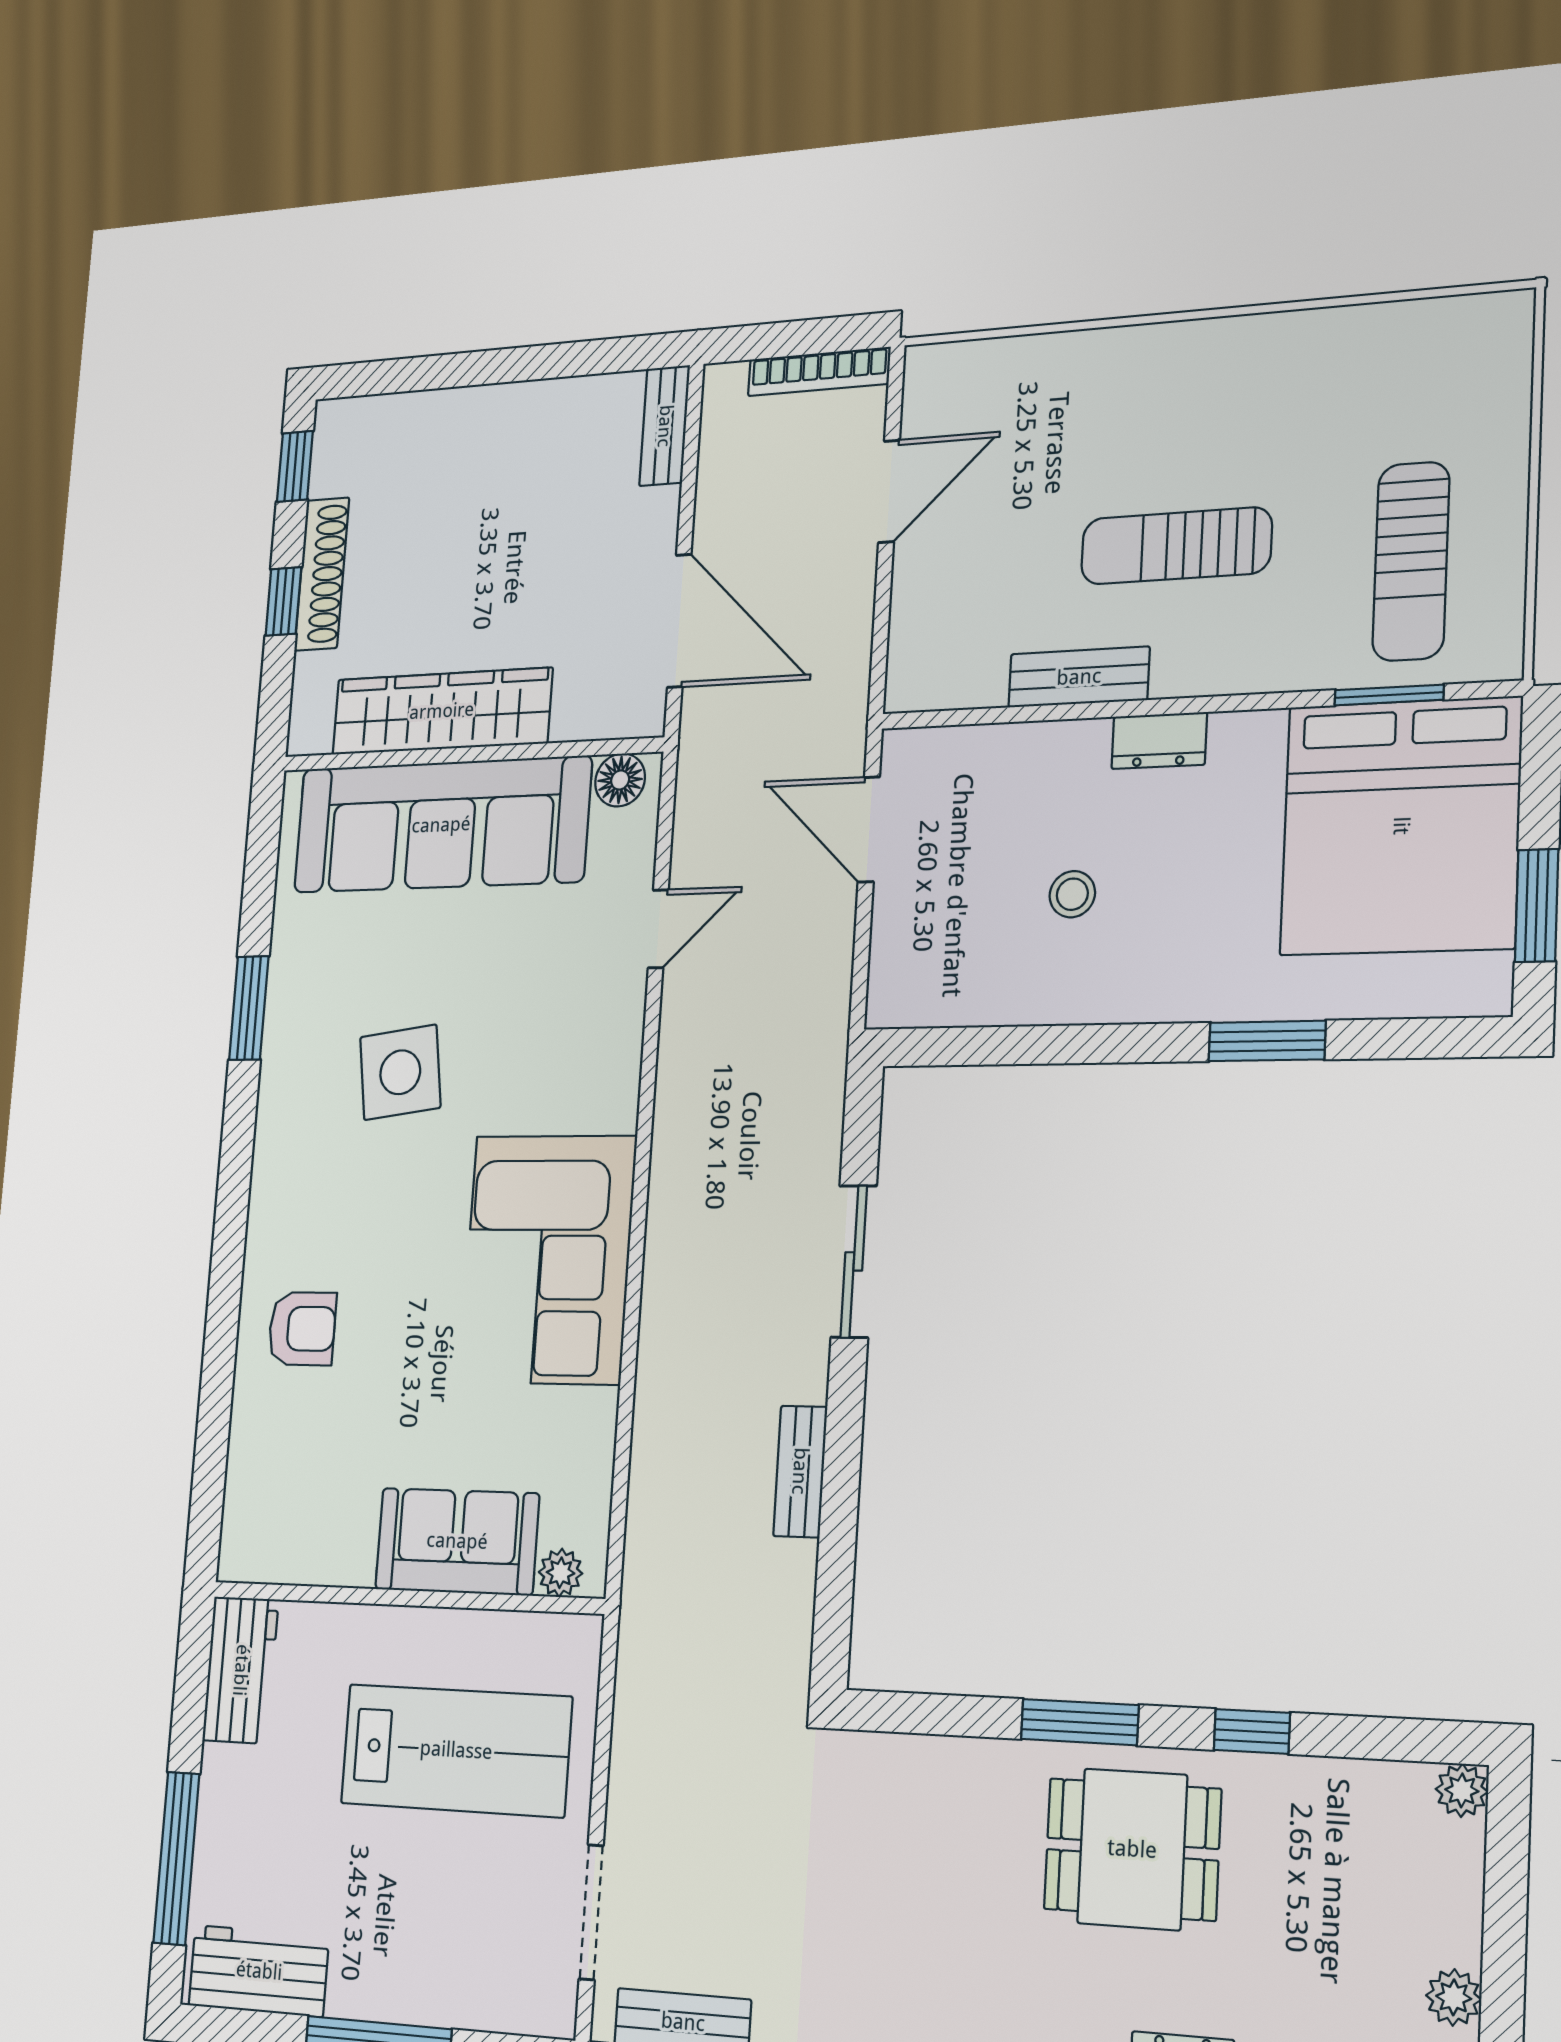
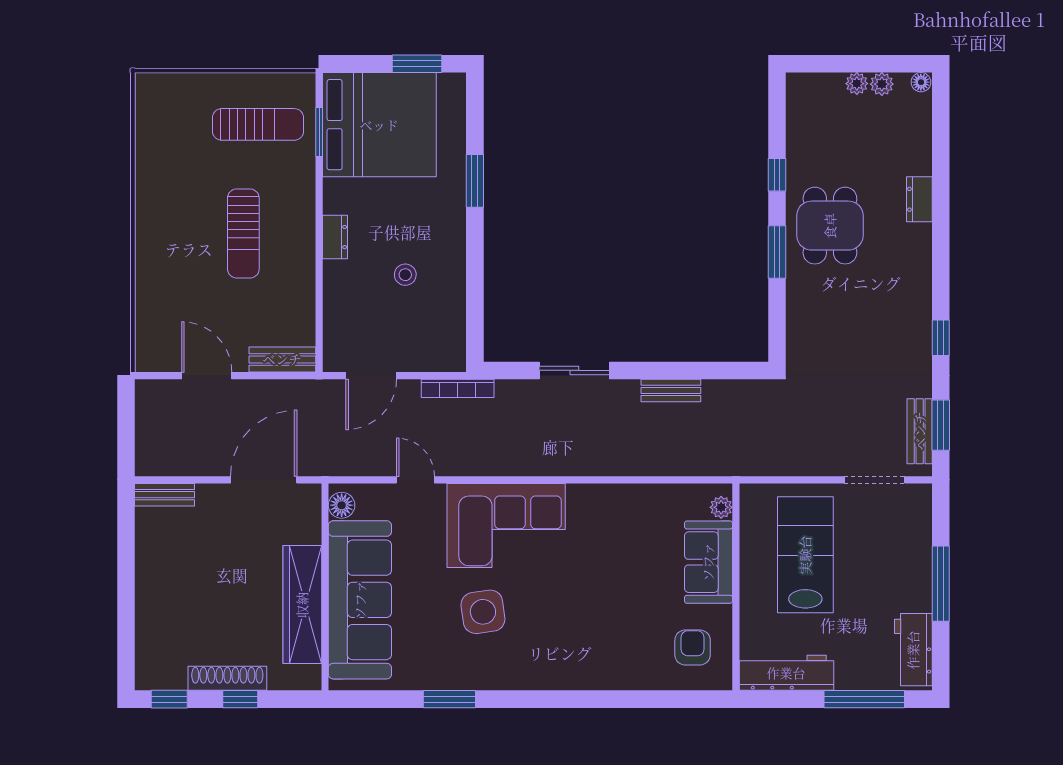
bookcase: (819, 372) -> (458, 388), moved, turned 90
bench: (1079, 677) -> (282, 359), moved, turned 90
corner sofa: (548, 1259) -> (506, 525), moved
armchair: (302, 1329) -> (693, 648), moved
workbench: (241, 1670) -> (786, 673), width x1.38
plant: (1462, 1790) -> (857, 84), moved

